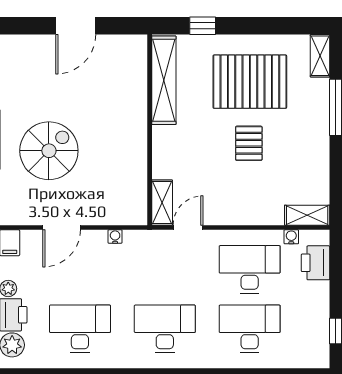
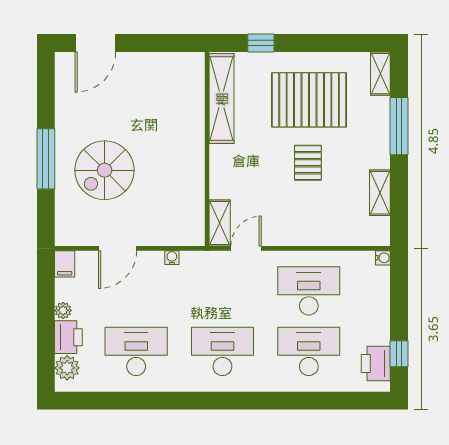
door: (76, 26) -> (95, 43), moved
spiral stairs: (49, 151) -> (105, 170), turned 180
shelving: (307, 215) -> (380, 193), moved, turned 90
water cooler: (291, 237) -> (383, 258), moved, turned 90
printer: (316, 263) -> (376, 363), moved

